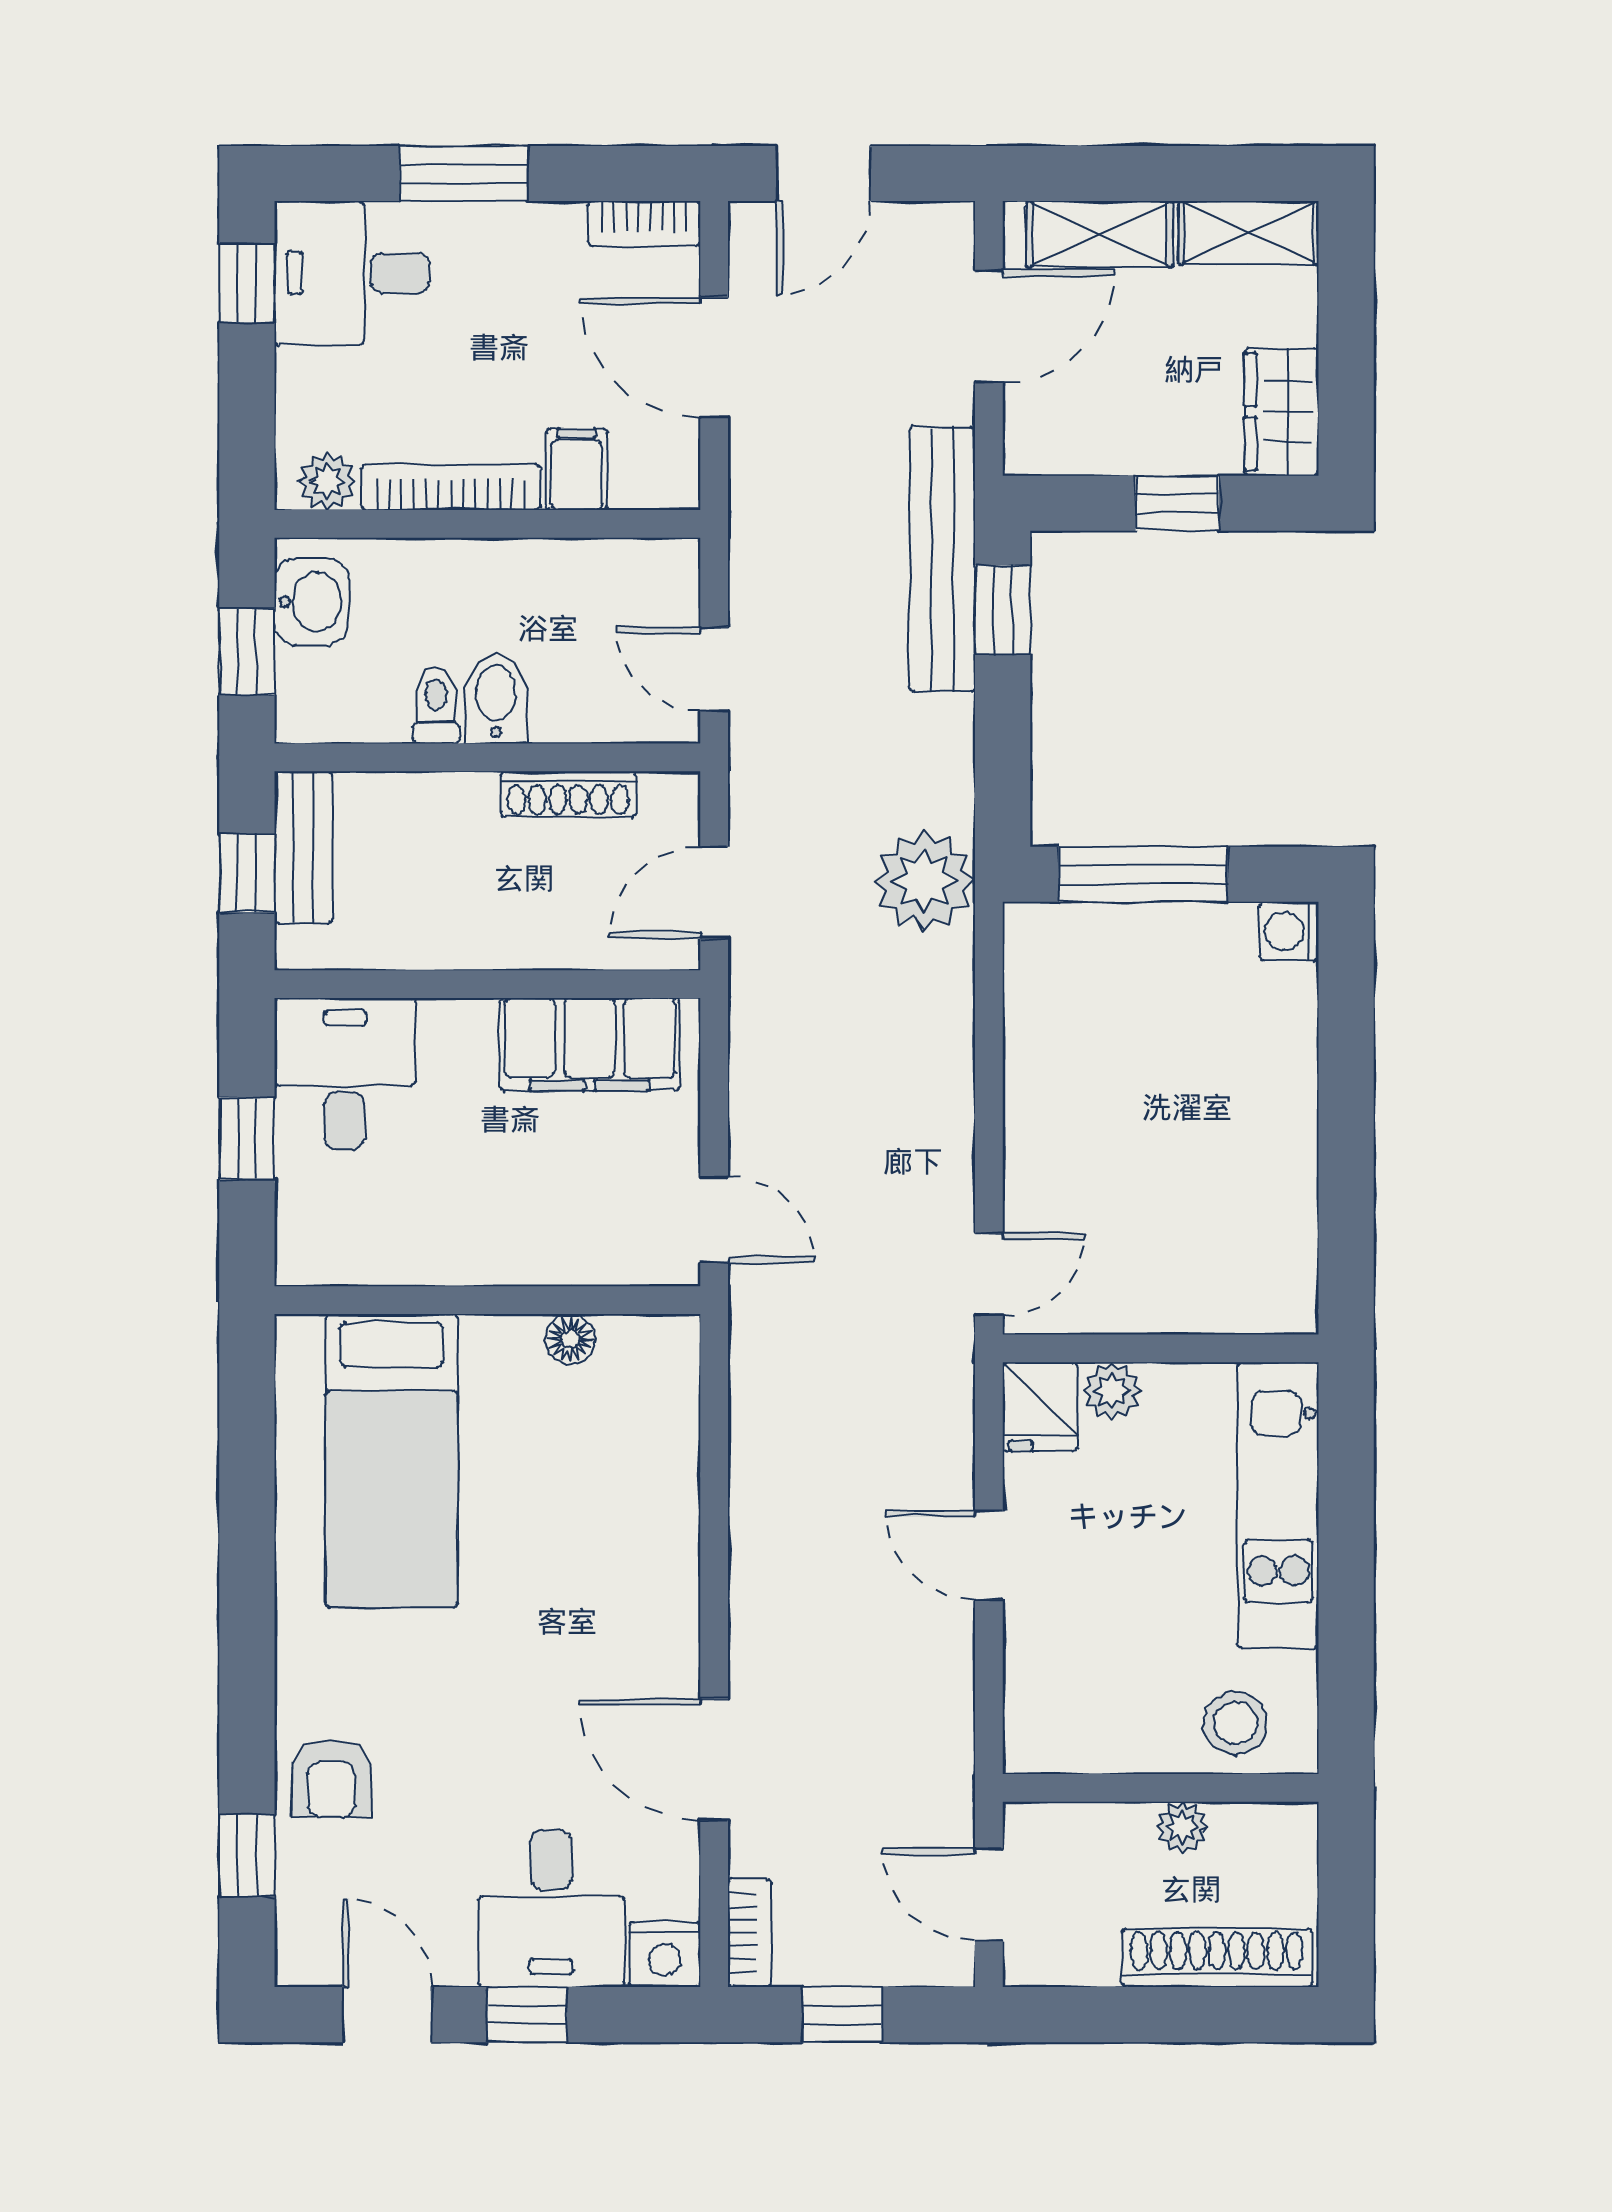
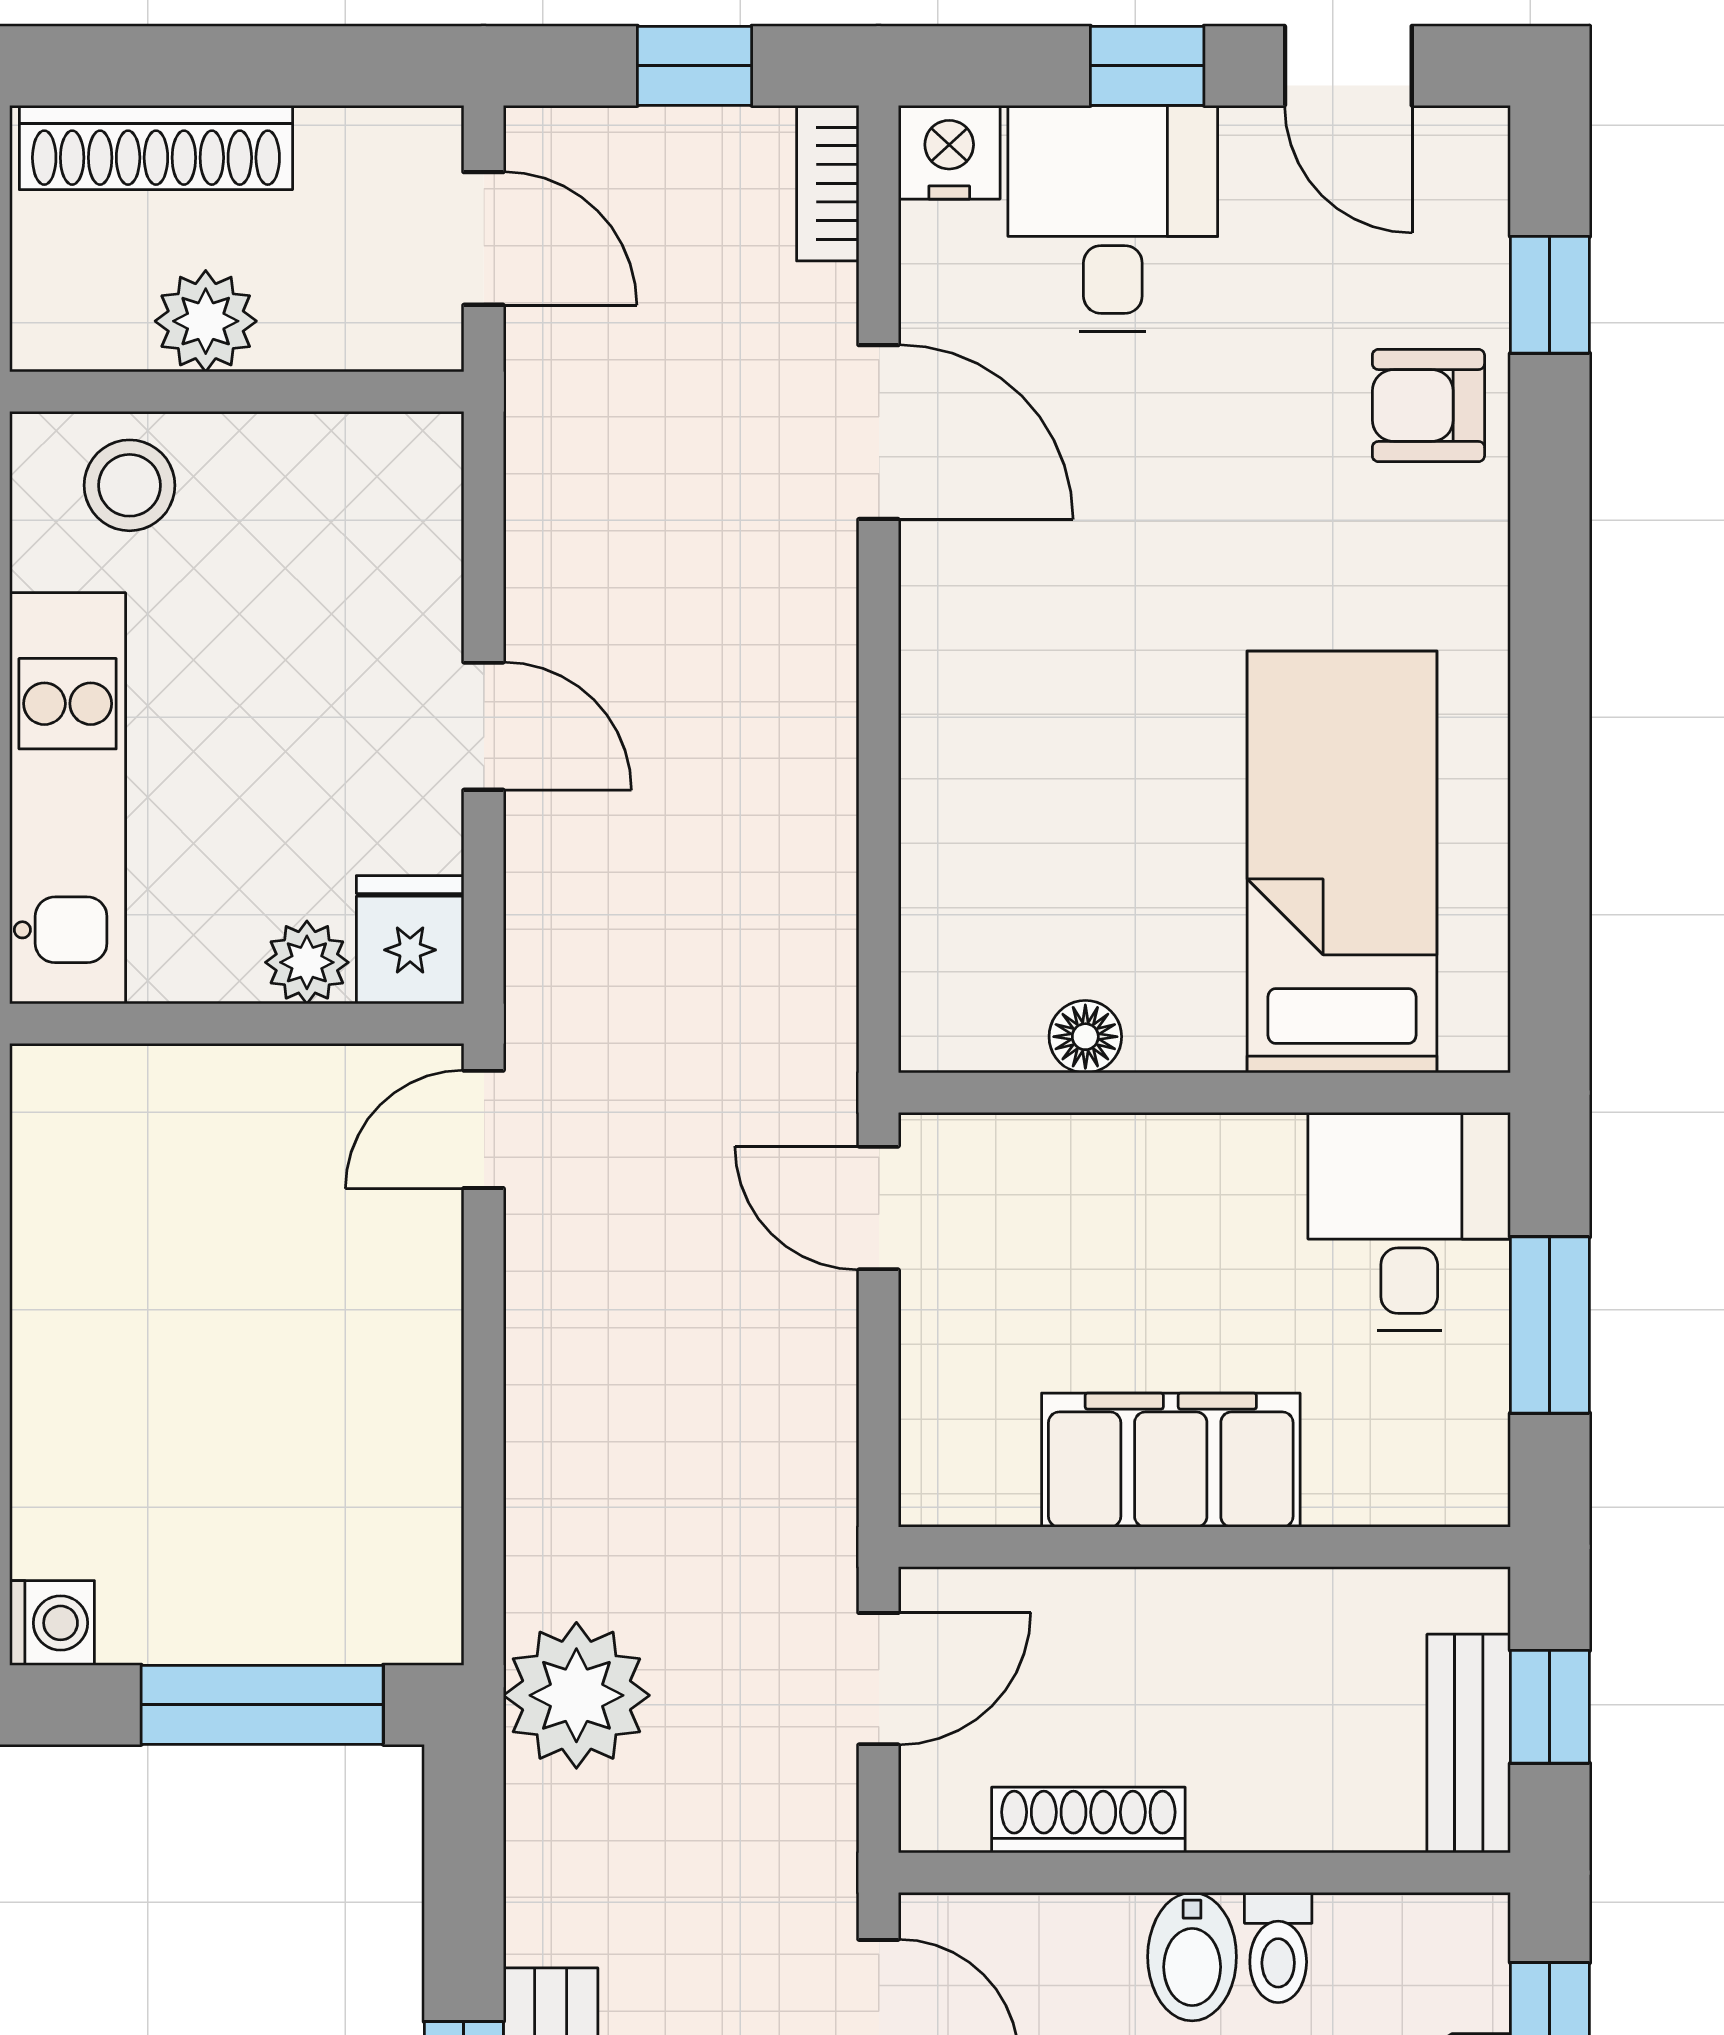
filing cabinet: (589, 1045) -> (1171, 1460), moved
desk: (345, 1074) -> (1409, 1222), moved, turned 180
window: (247, 1139) -> (1550, 1325), width x1.50
armchair: (332, 1778) -> (1428, 405), turned -90
plant: (1182, 1827) -> (206, 321), width x1.38, depth x1.38

